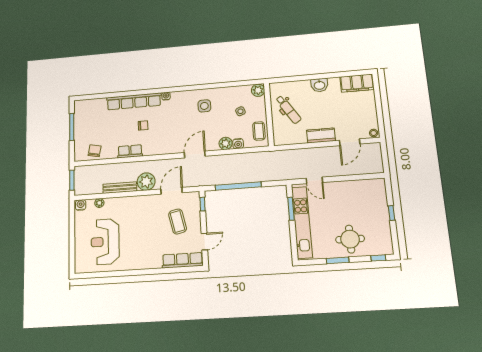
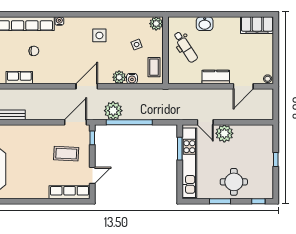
washbasin: (319, 85) -> (205, 24), moved
plant: (146, 182) -> (113, 111), moved
plant: (335, 190) -> (224, 133), added
door: (172, 191) -> (75, 122), moved
coffee table: (178, 221) -> (66, 154), turned -74

